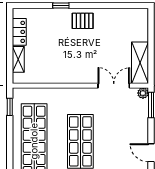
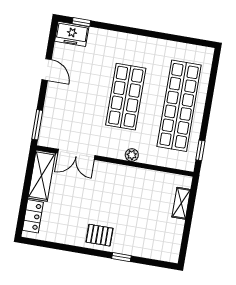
locker: (19, 32) -> (33, 216), moved, turned 180
plant: (143, 93) -> (132, 155), moved

